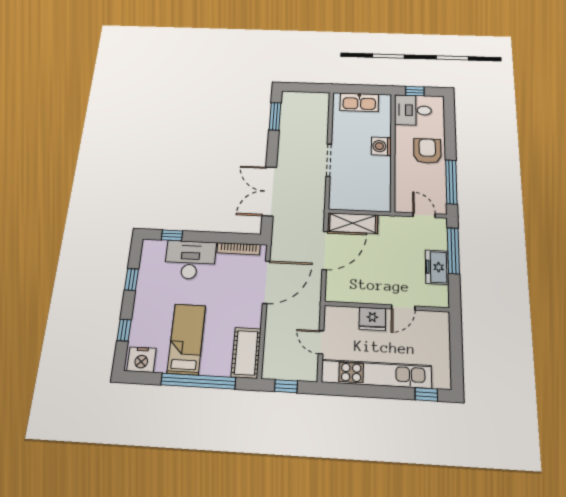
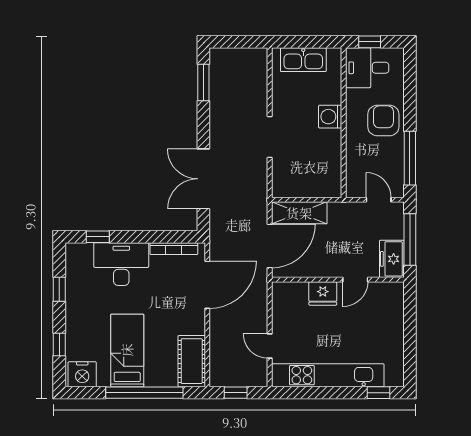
wall: (387, 307) -> (338, 280), moved
door: (403, 307) -> (355, 280), moved
fridge: (372, 319) -> (323, 293), moved

